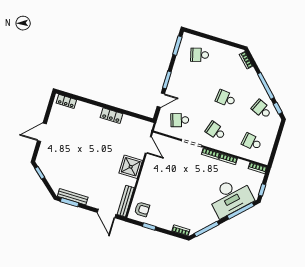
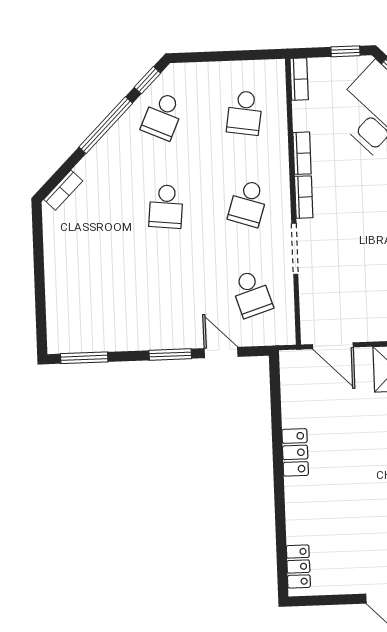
school desk: (200, 55) -> (88, 300), removed
door: (148, 145) -> (333, 346), swing flipped

